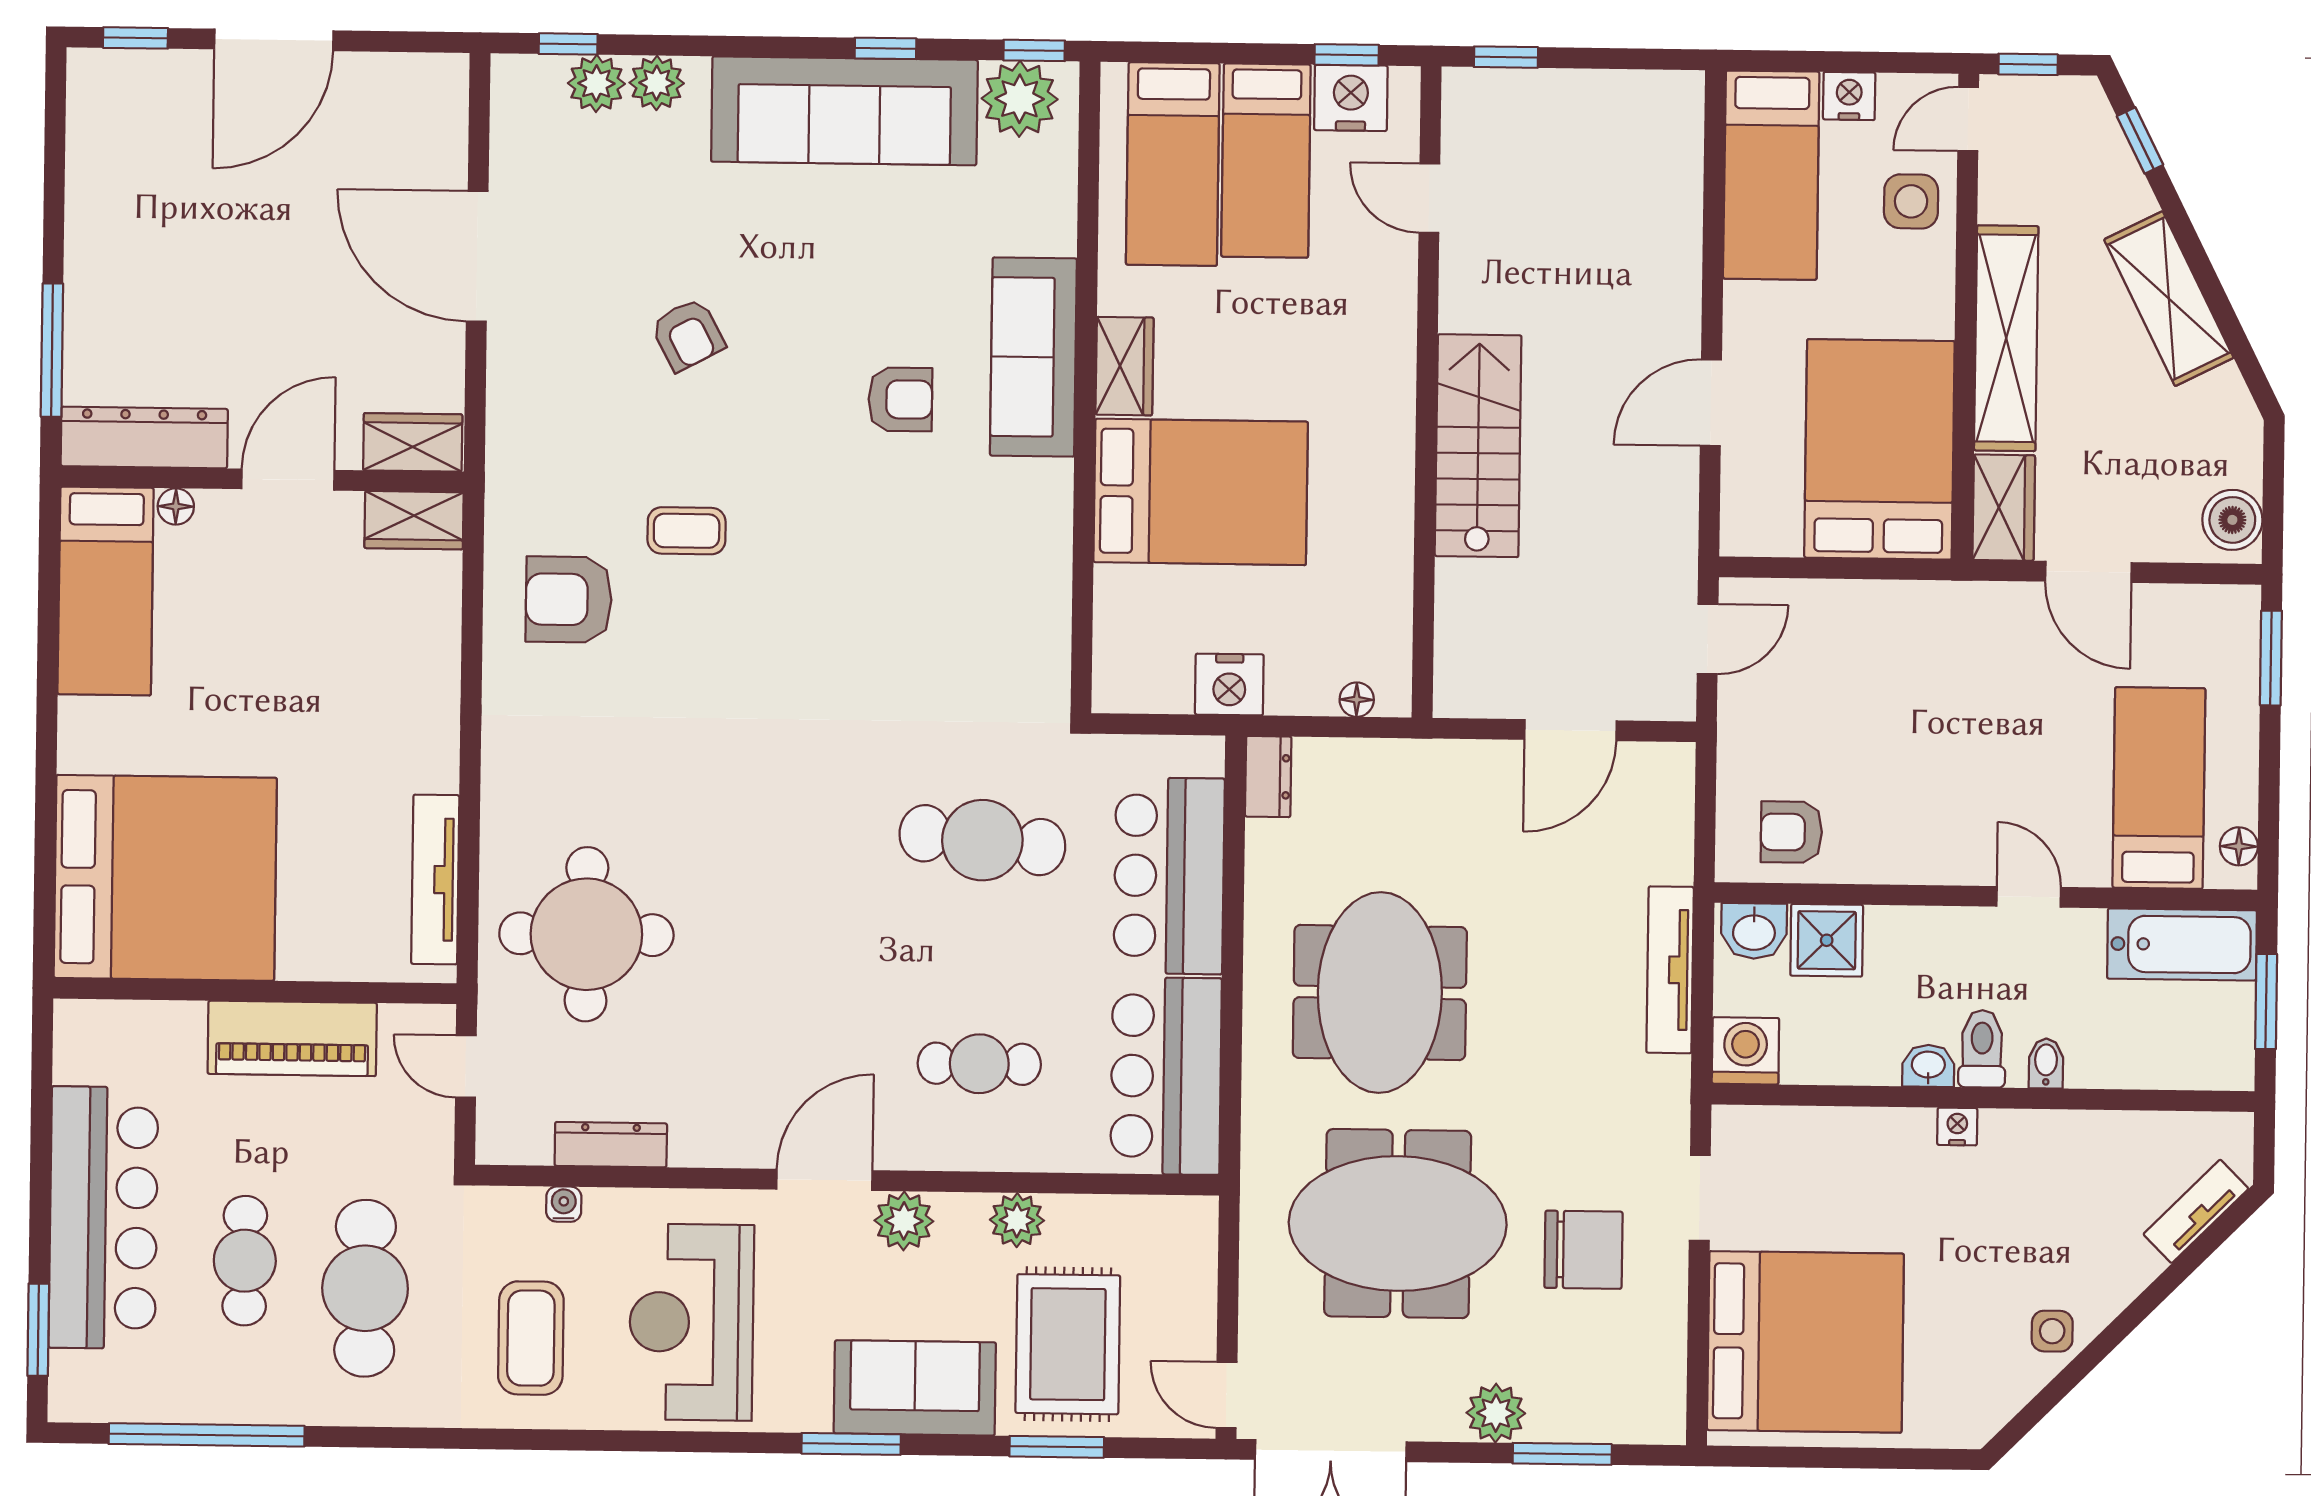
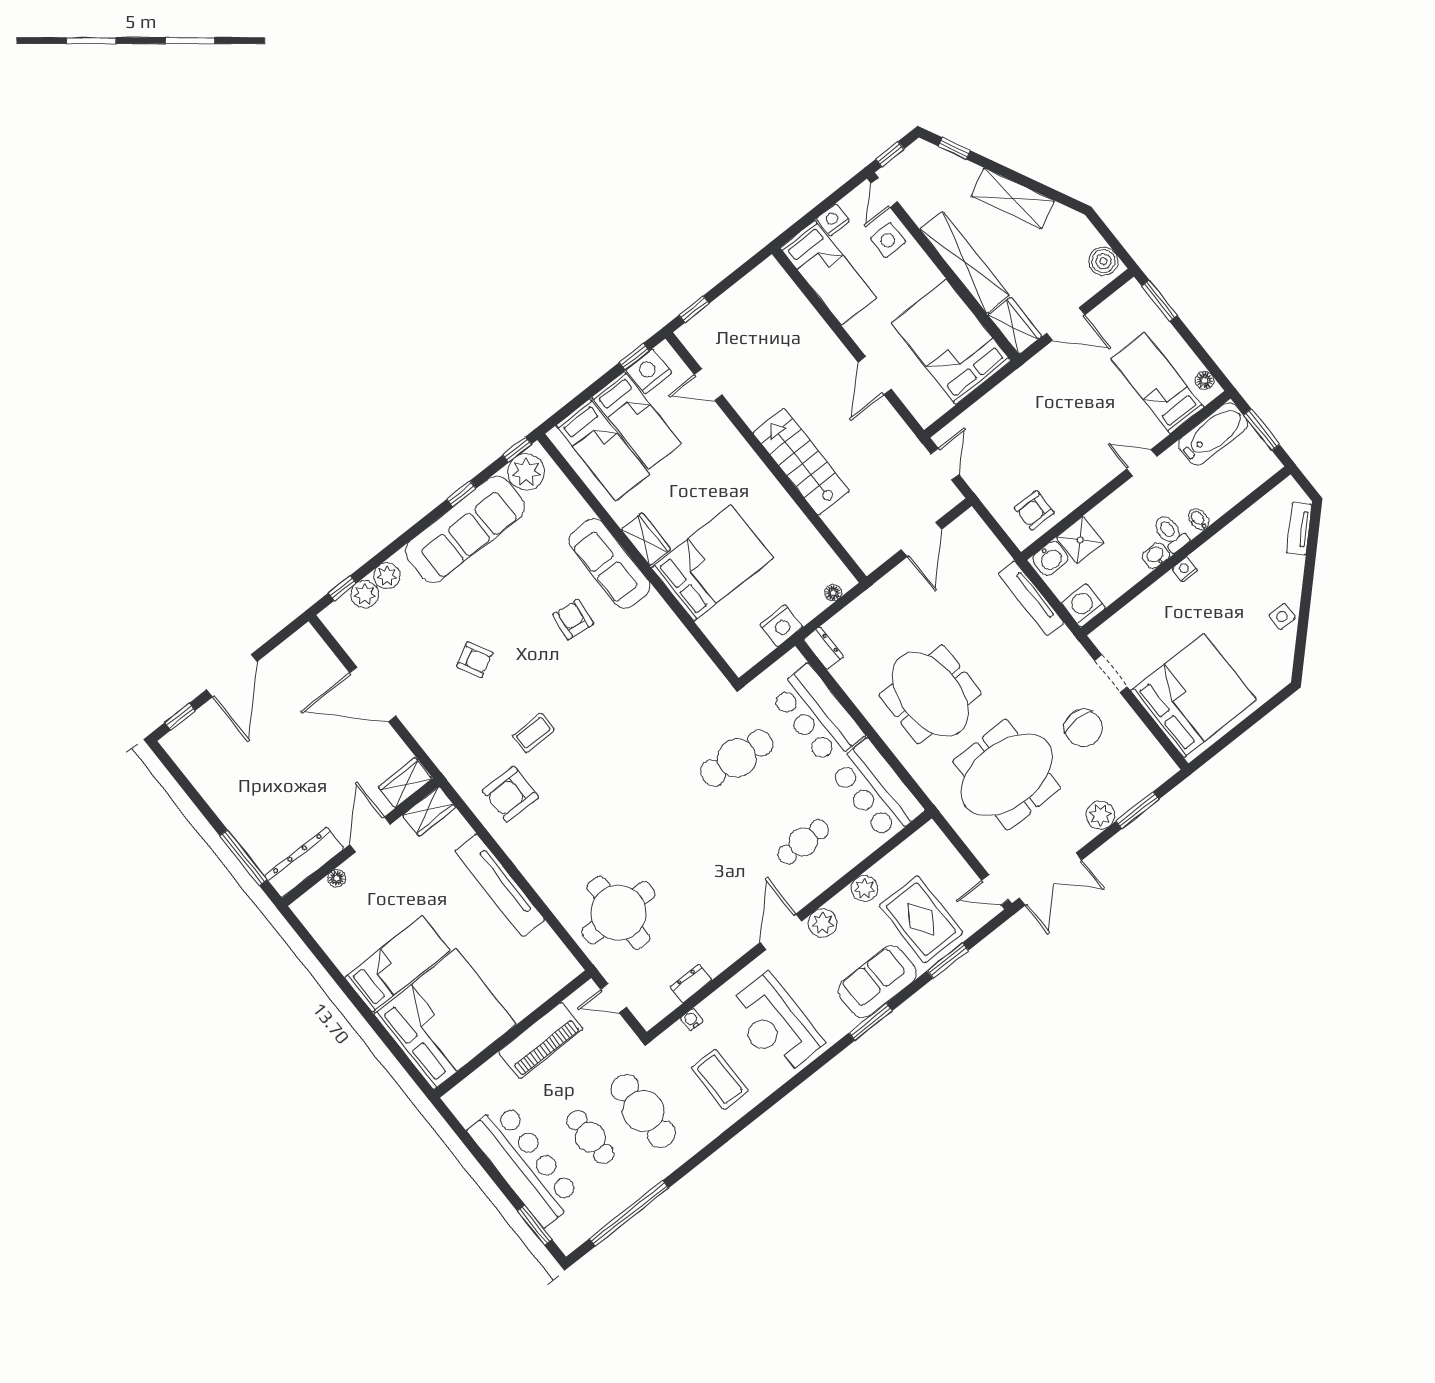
armchair: (900, 399) -> (573, 619), turned -83
bed: (106, 591) -> (397, 964), moved, turned -90
tv unit: (435, 880) -> (500, 885), moved, width x1.36, depth x1.29
dresser: (611, 1145) -> (691, 983), width x0.70
chair: (1583, 1250) -> (1084, 728), turned 90

